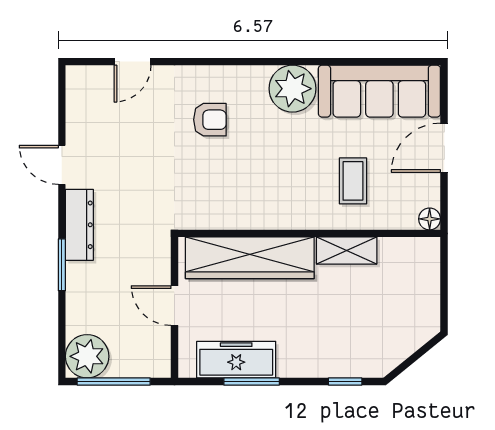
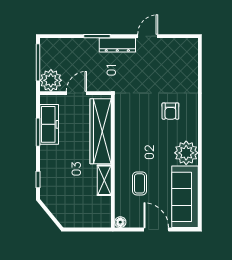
door: (133, 62) -> (200, 72), removed
coffee table: (353, 181) -> (140, 183), turned 90
plant: (87, 356) -> (51, 80), moved

